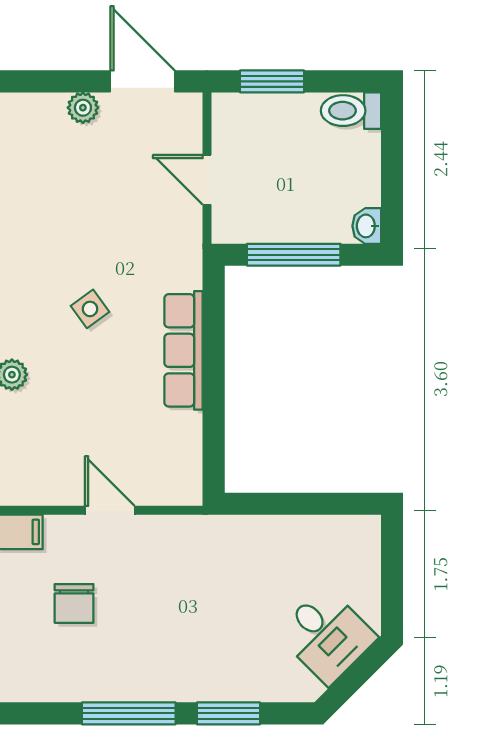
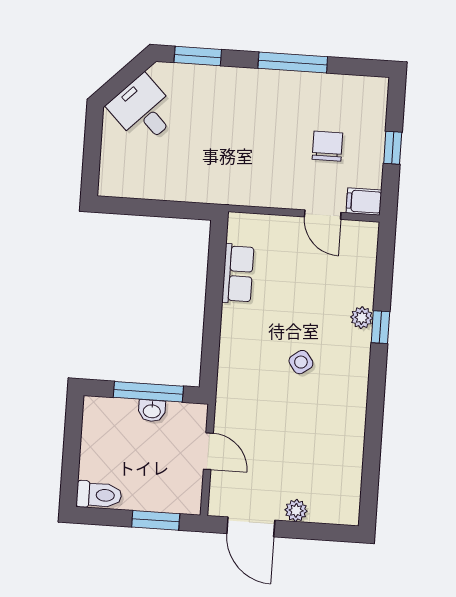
washbasin: (367, 226) -> (152, 411), moved, turned 90
row of seats: (183, 350) -> (238, 274), moved, width x0.68
door: (110, 510) -> (323, 215), moved
window: (229, 713) -> (198, 56), moved

